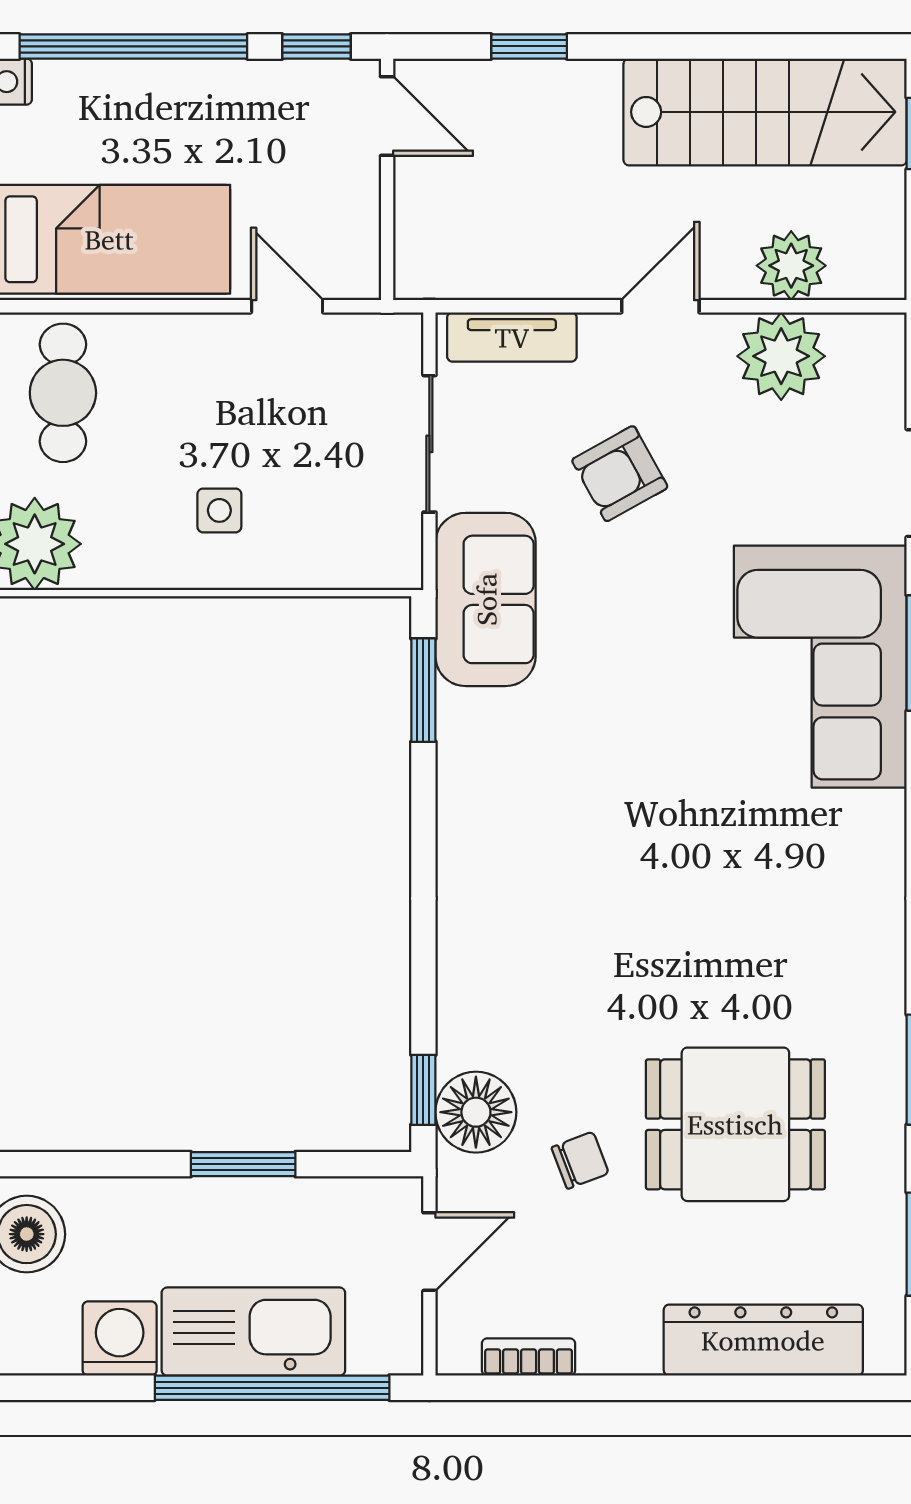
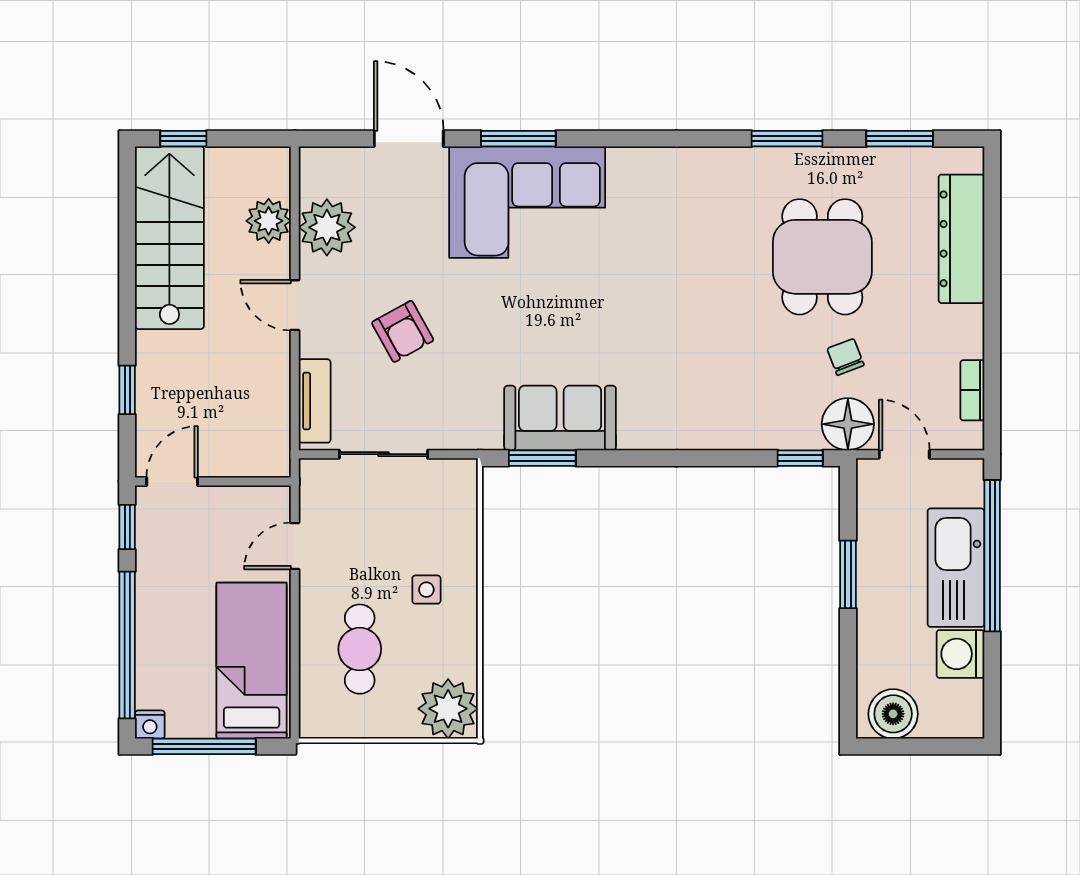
cafe table: (63, 393) -> (360, 649), moved, turned 90
sofa: (486, 599) -> (560, 418), moved
floor lamp: (476, 1112) -> (848, 424), moved

